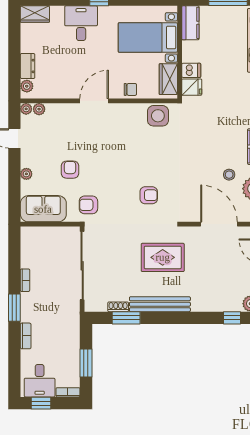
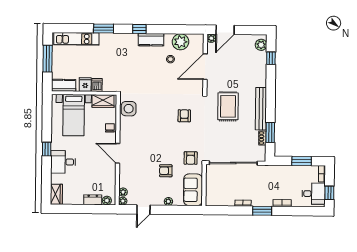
fridge: (192, 87) -> (85, 84), moved

